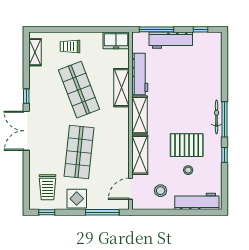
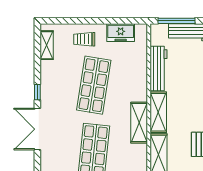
freezer: (116, 40) -> (121, 33), moved
shelving: (122, 88) -> (139, 123), moved
shop shelf: (79, 90) -> (94, 85), turned 30

